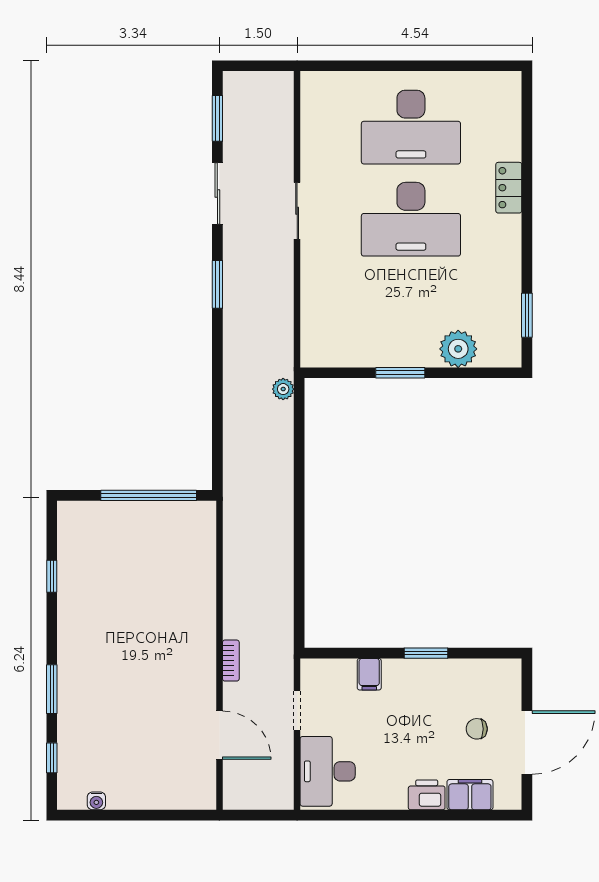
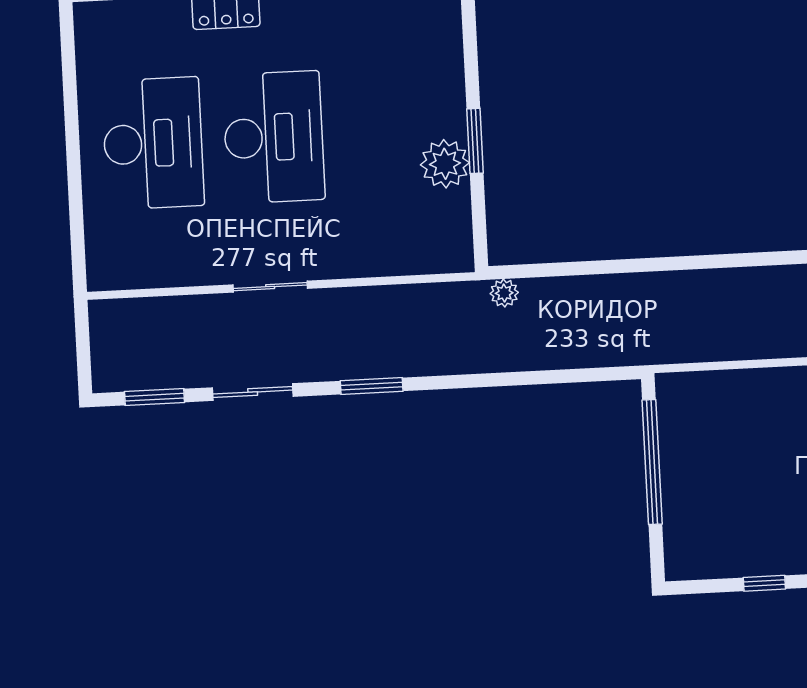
plant: (458, 349) -> (445, 164), moved

